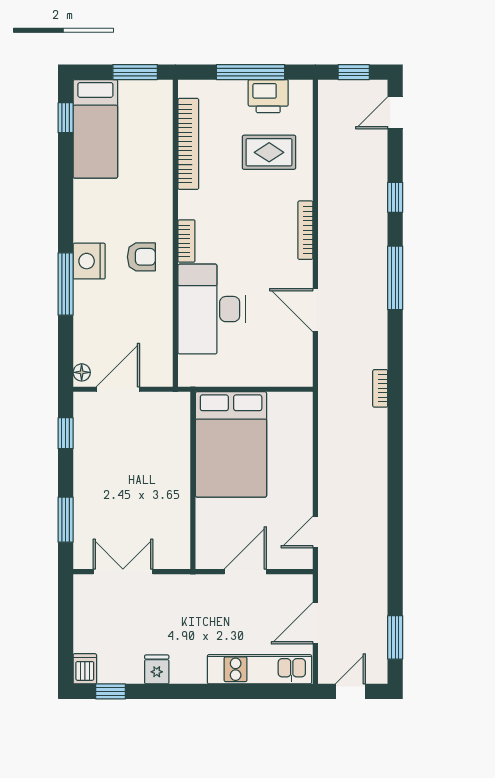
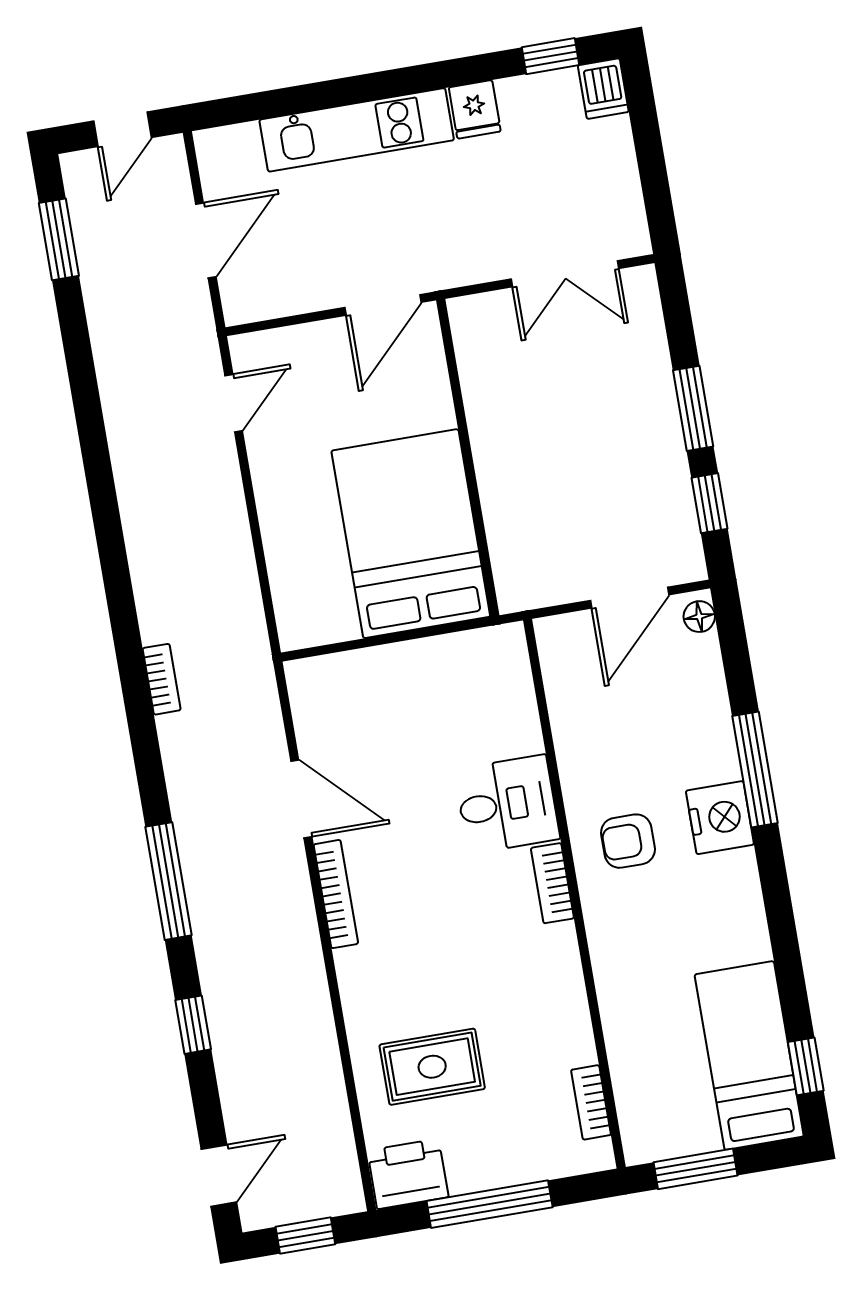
printer: (268, 96) -> (408, 1174), moved
bookcase: (188, 144) -> (591, 1102), width x0.43, depth x0.76
bookcase: (305, 230) -> (336, 894), moved
desk: (212, 309) -> (507, 804), width x0.53, depth x0.77
window: (66, 520) -> (693, 408), moved
door: (245, 572) -> (383, 305), moved
kitchen unit: (259, 669) -> (357, 130), moved

